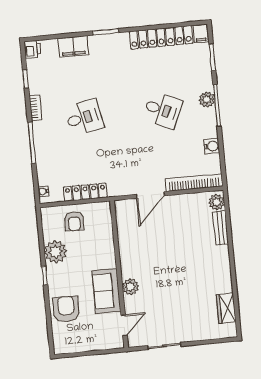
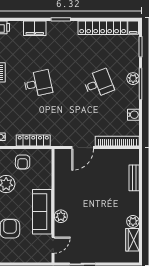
desk: (163, 110) -> (98, 83), turned -45
plant: (217, 202) -> (133, 221), moved
sofa: (106, 291) -> (42, 212), width x1.36

